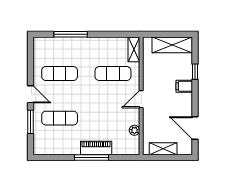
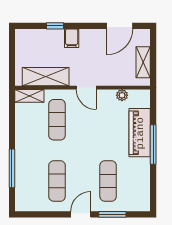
shelving: (172, 45) -> (46, 77), moved, turned 90
piano: (96, 148) -> (140, 133), width x1.37, depth x1.33

